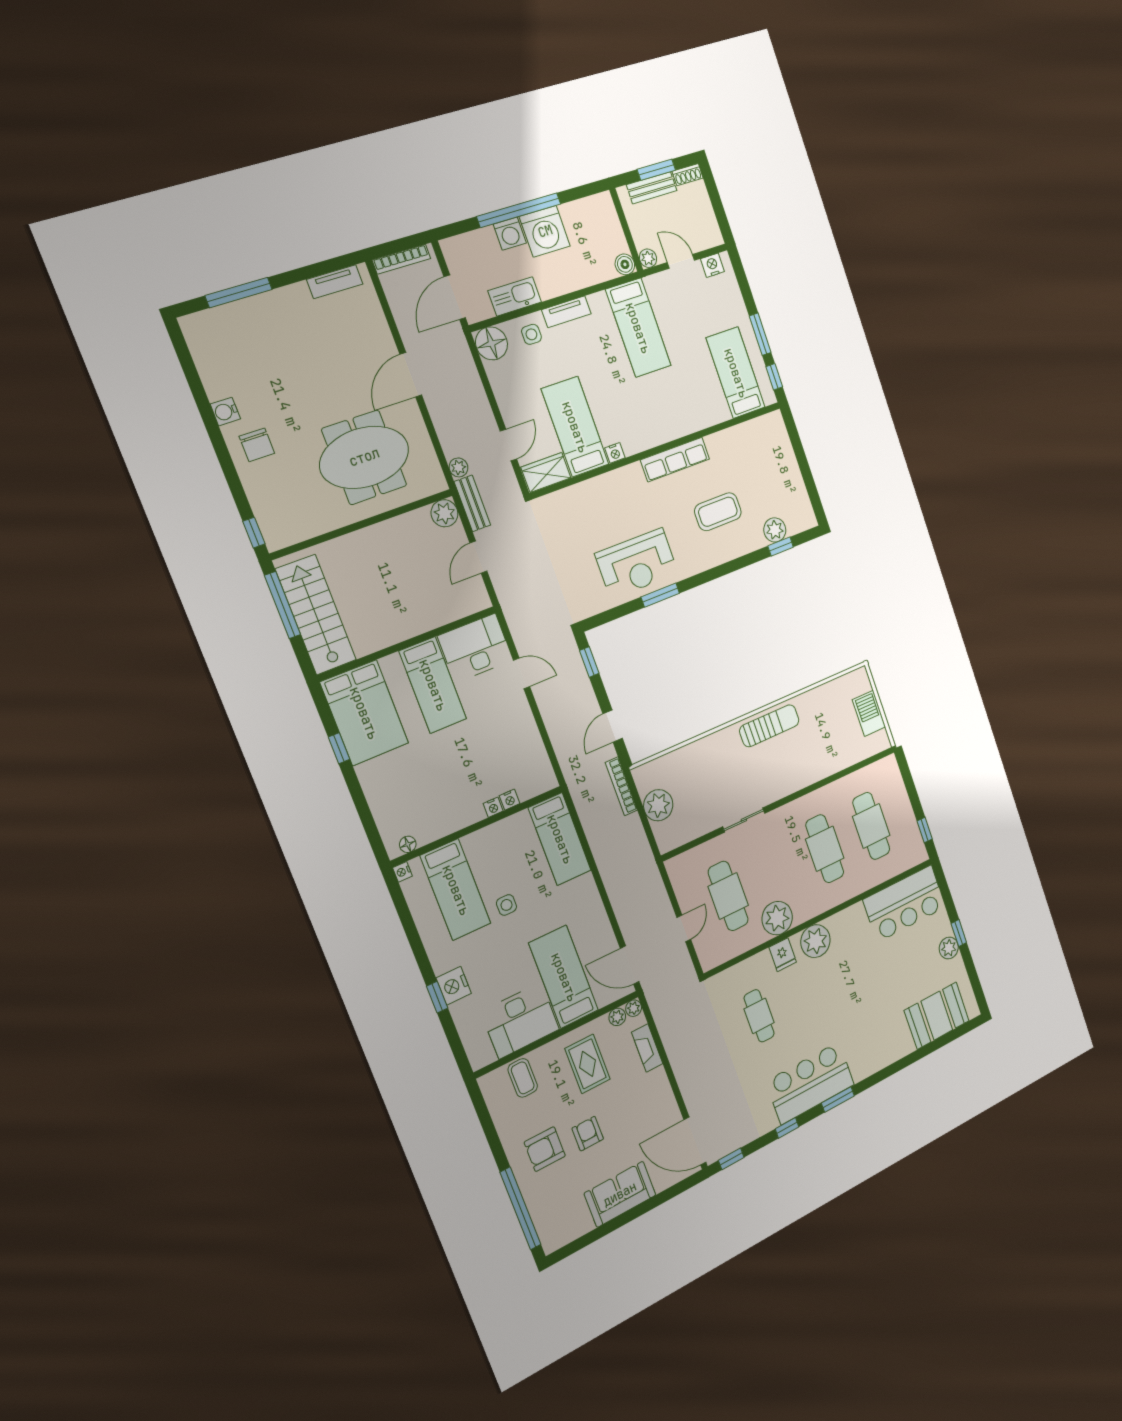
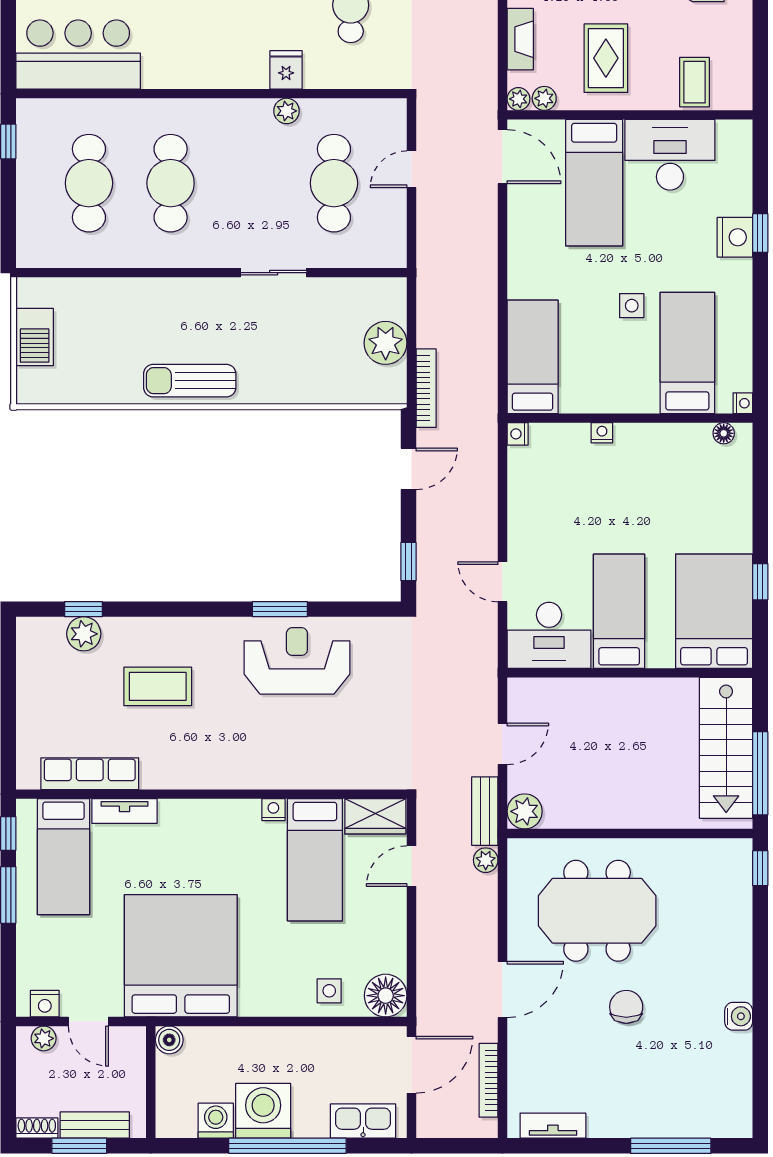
washing machine: (510, 234) -> (216, 1121), moved
plant: (648, 258) -> (44, 1038), moved
bookcase: (401, 259) -> (488, 1080), moved, turned -90
kitchen sink: (515, 296) -> (363, 1121), moved, turned 180
tv unit: (566, 312) -> (125, 811), moved, turned 180
bed: (638, 328) -> (181, 956), width x2.04
chair: (257, 445) -> (626, 1007), moved
row of seats: (675, 459) -> (90, 774), moved
nightstand: (510, 800) -> (518, 434), moved, turned -90
plant: (777, 918) -> (287, 111), width x0.53, depth x0.53
plant: (815, 941) -> (231, 66), removed

